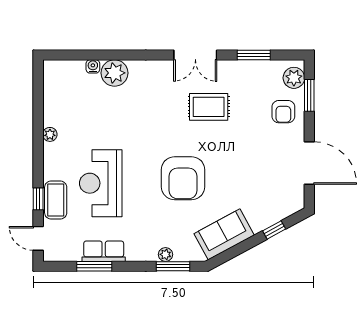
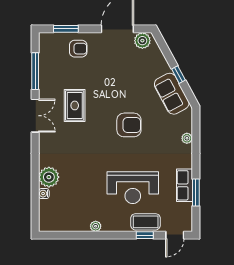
window: (254, 55) -> (35, 71), width x1.44
plant: (294, 78) -> (142, 41), moved
armchair: (183, 178) -> (129, 125), width x0.73, depth x0.73
window: (274, 230) -> (178, 75), moved
window: (173, 266) -> (196, 133), removed

